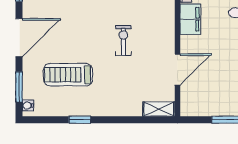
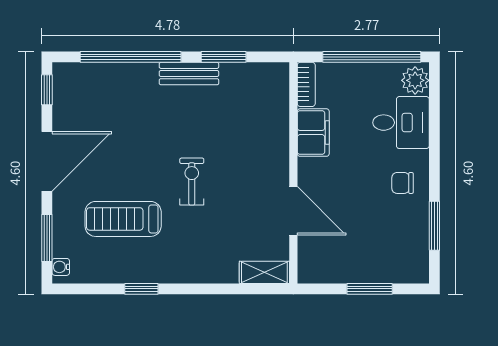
exercise bike: (123, 40) -> (192, 182), moved
door: (177, 69) -> (293, 211), hinge flipped

